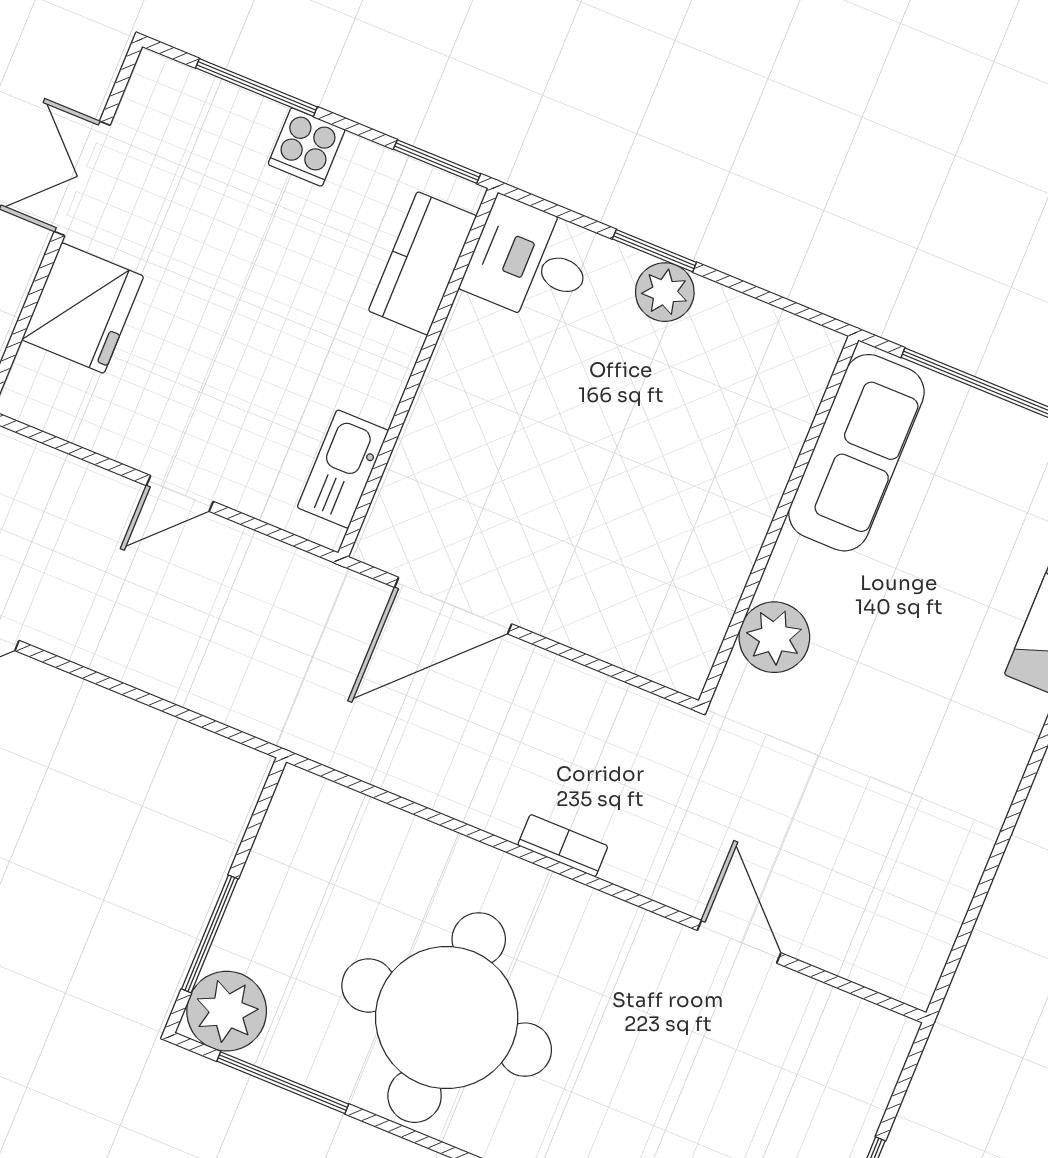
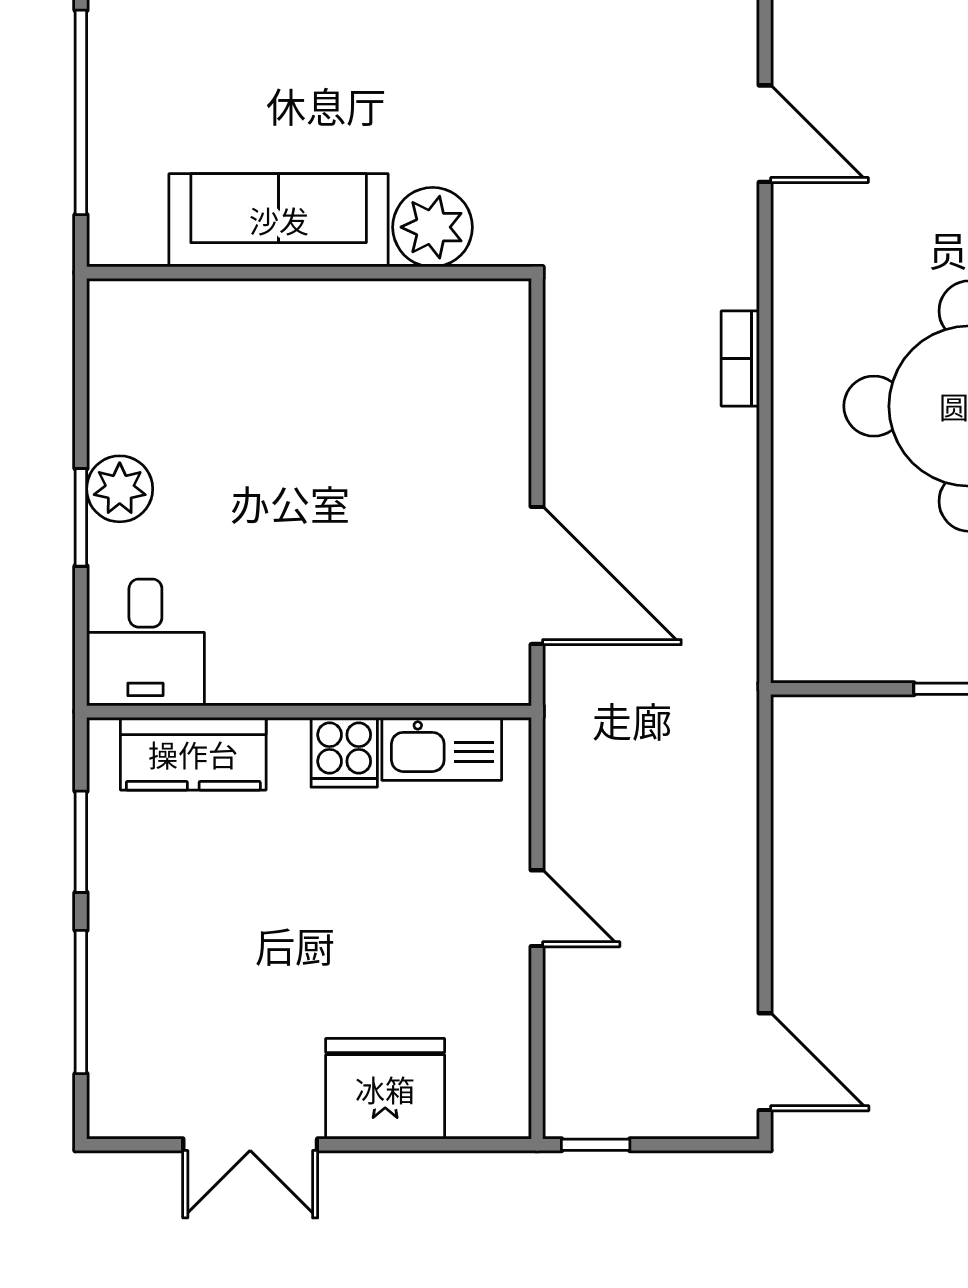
cooker: (307, 147) -> (344, 752), moved, turned 90
window: (437, 162) -> (81, 842), moved
sofa: (857, 453) -> (279, 220), moved
door: (739, 942) -> (765, 134), swing flipped

